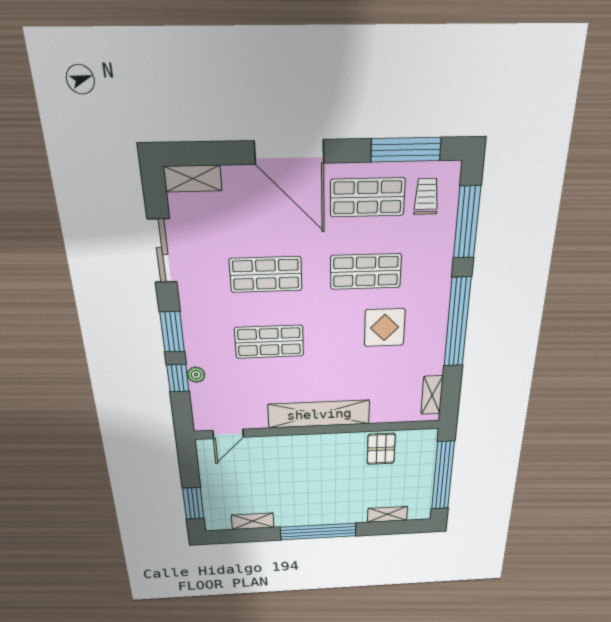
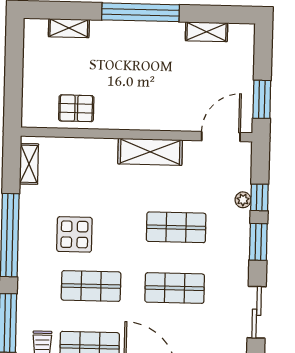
shelving: (319, 414) -> (150, 152), width x0.68
door: (228, 434) -> (221, 137), width x1.38
pallet: (381, 449) -> (76, 108), turned 90
window: (443, 476) -> (14, 72), removed
window: (193, 503) -> (262, 99), moved

